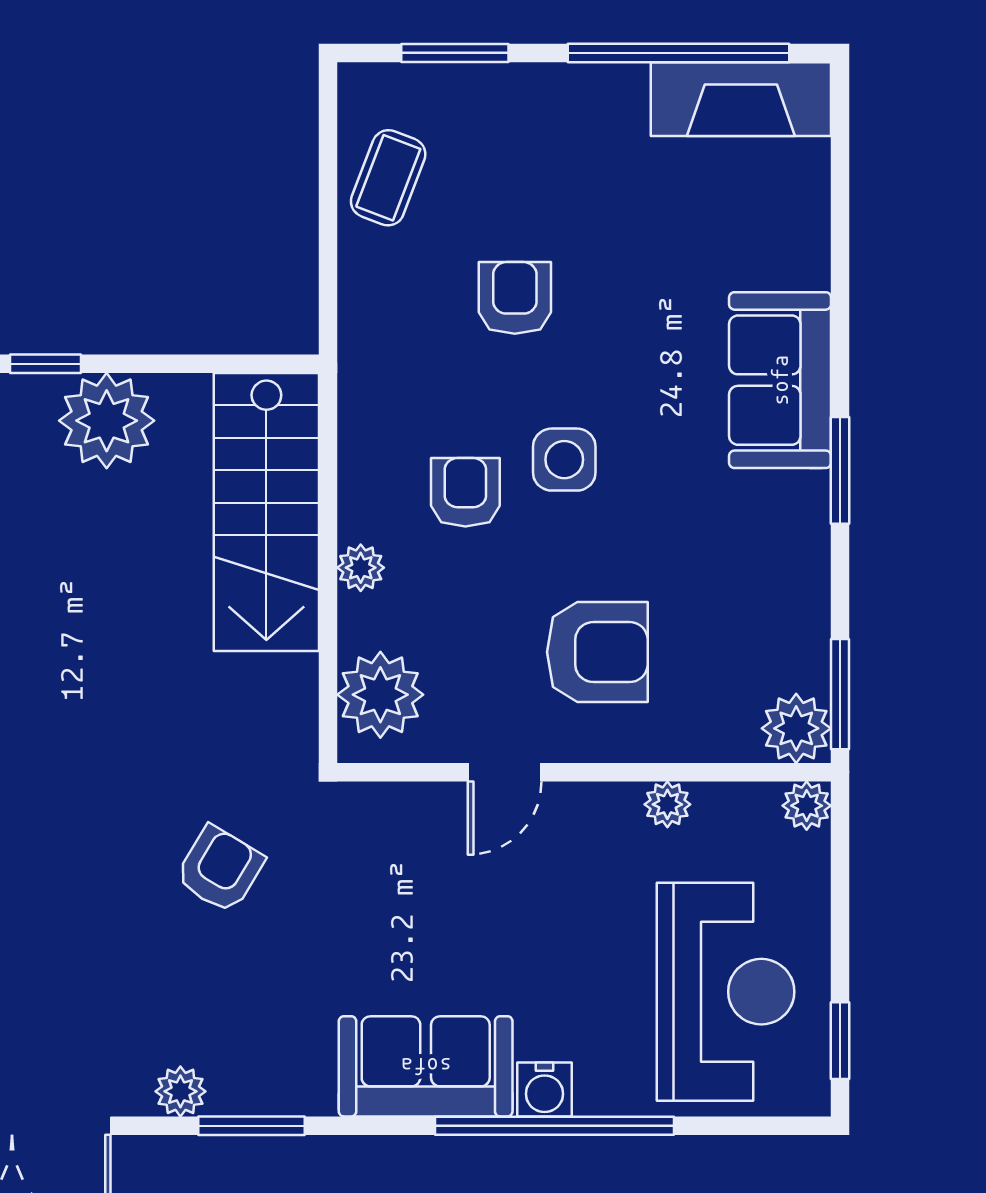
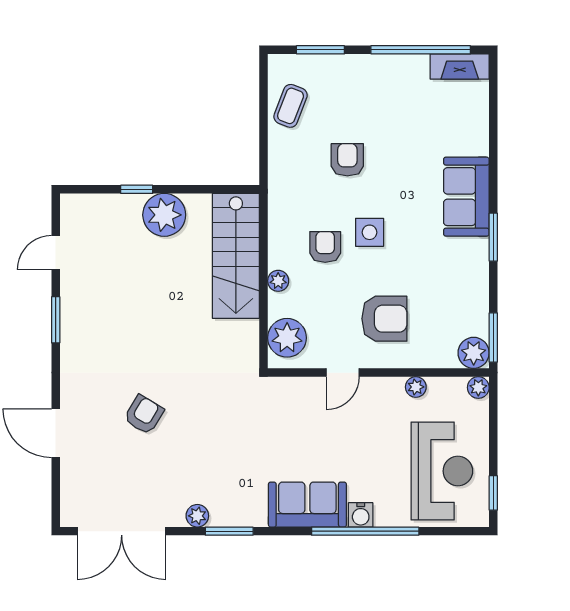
fireplace: (741, 99) -> (460, 67), width x0.73, depth x0.76
armchair: (220, 869) -> (144, 415), moved

